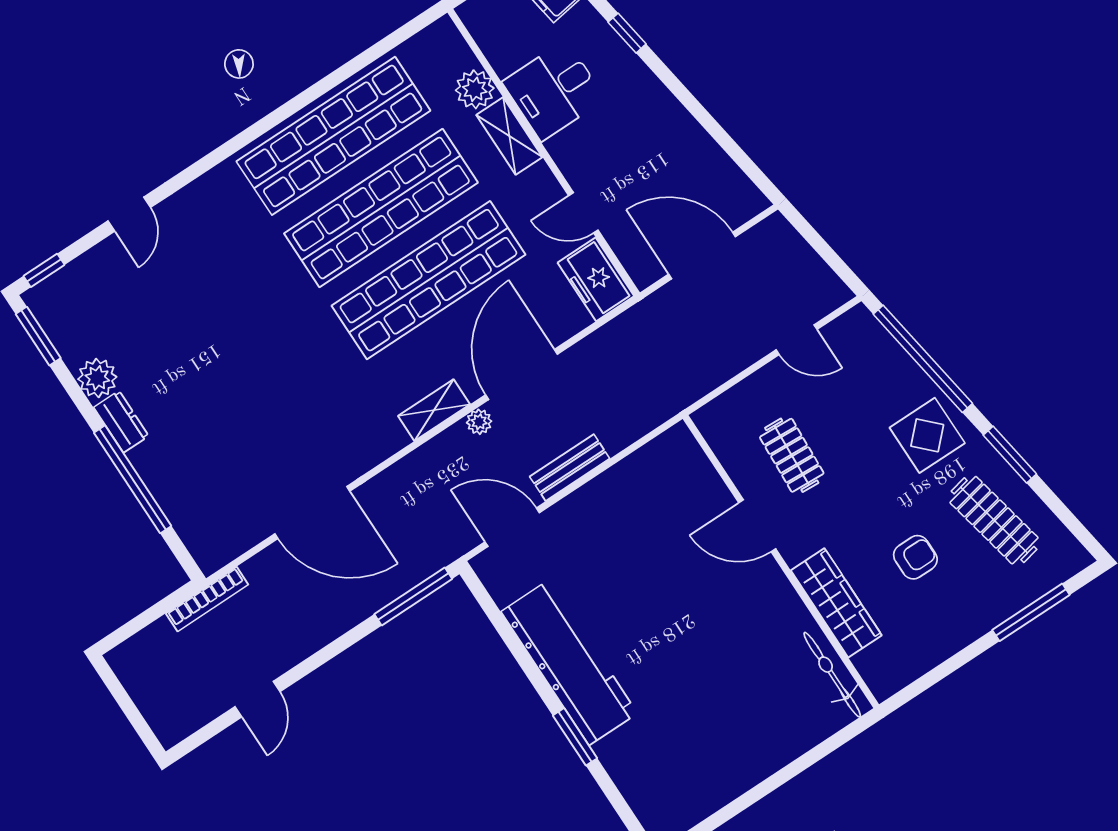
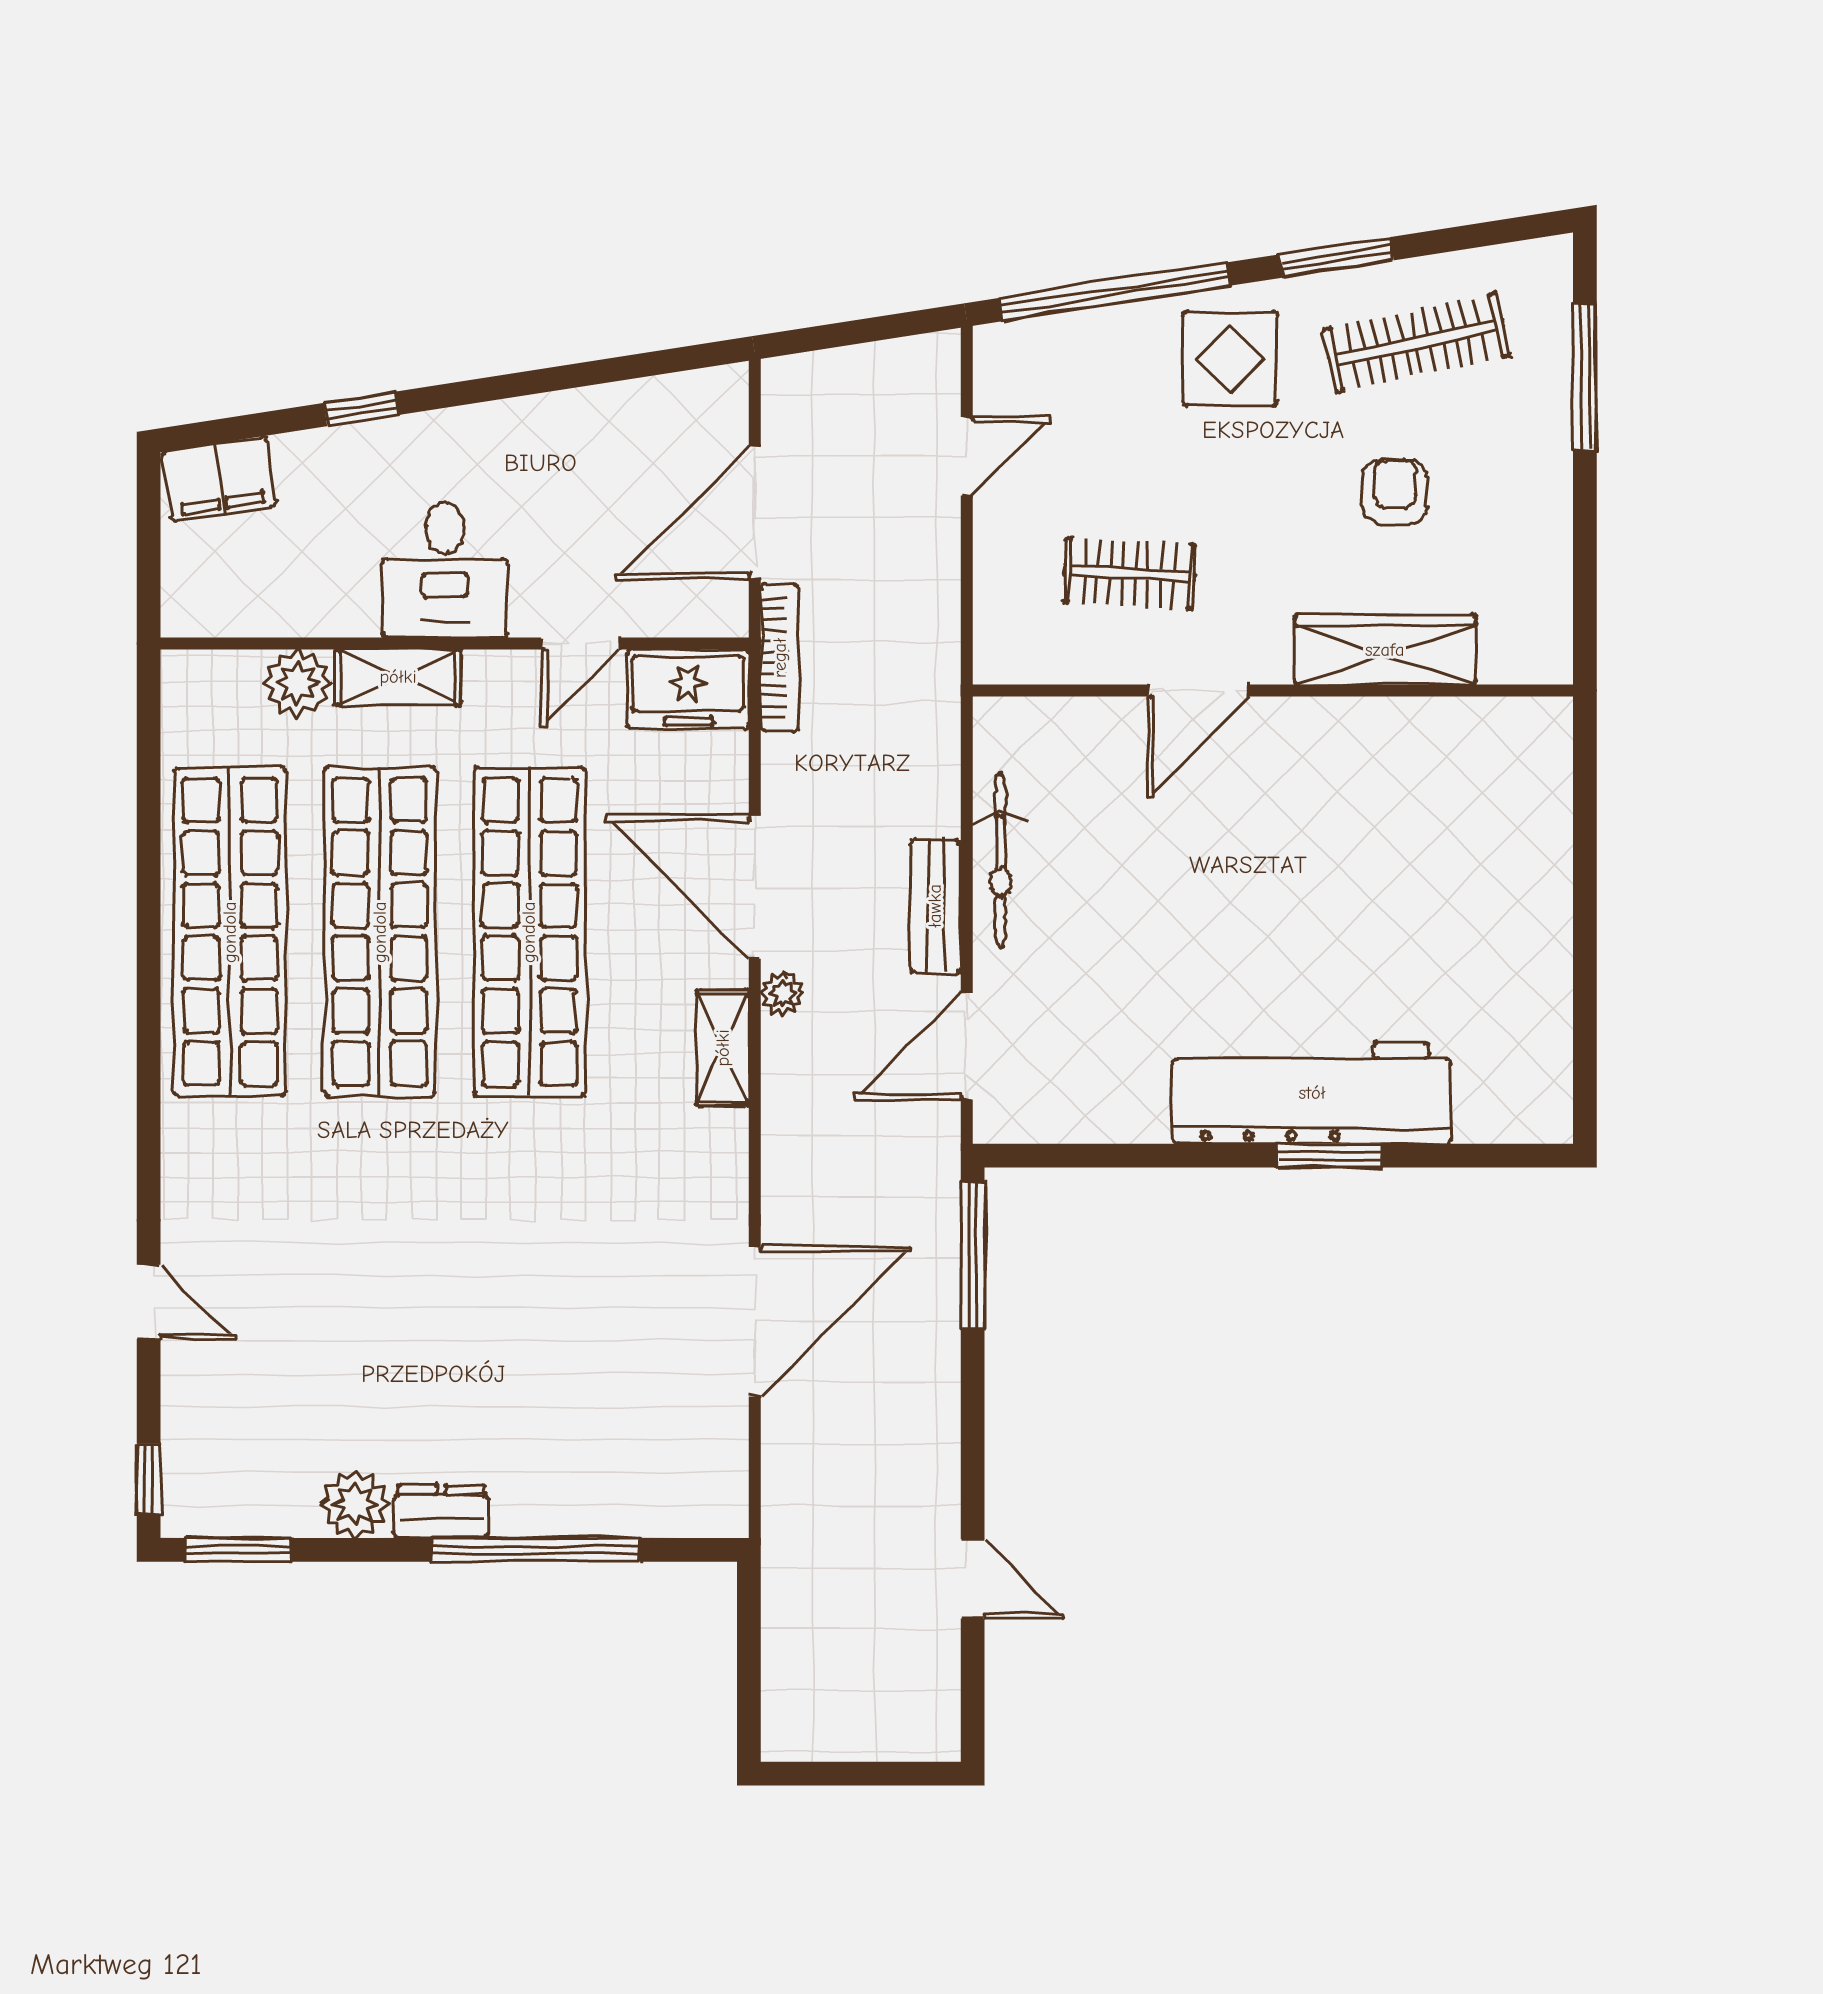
desk: (554, 91) -> (445, 570), moved
bookcase: (207, 599) -> (780, 658), moved
workbench: (569, 662) -> (1312, 1093), moved
bicycle: (832, 675) -> (1000, 861), moved, turned -90

